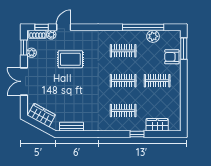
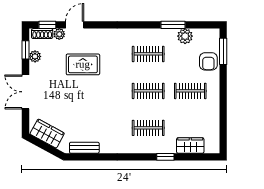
window: (143, 27) -> (173, 25), width x0.47
armchair: (172, 57) -> (208, 61), turned -90

